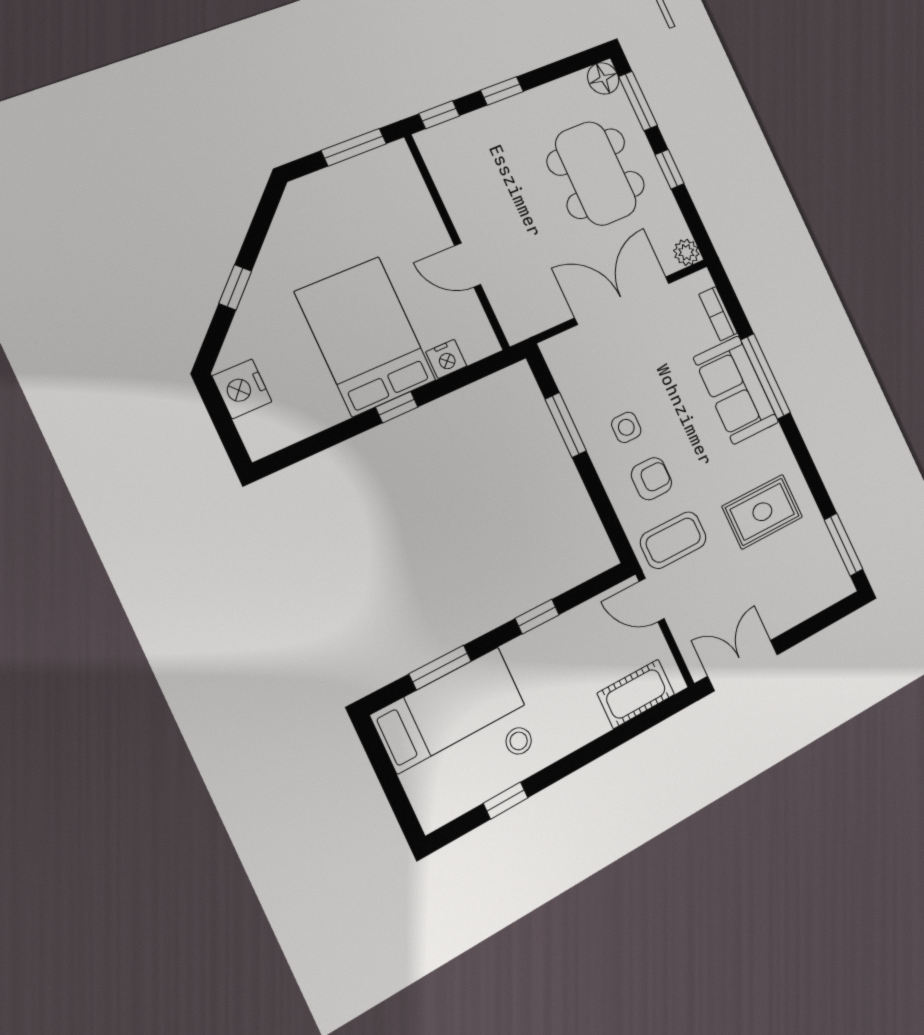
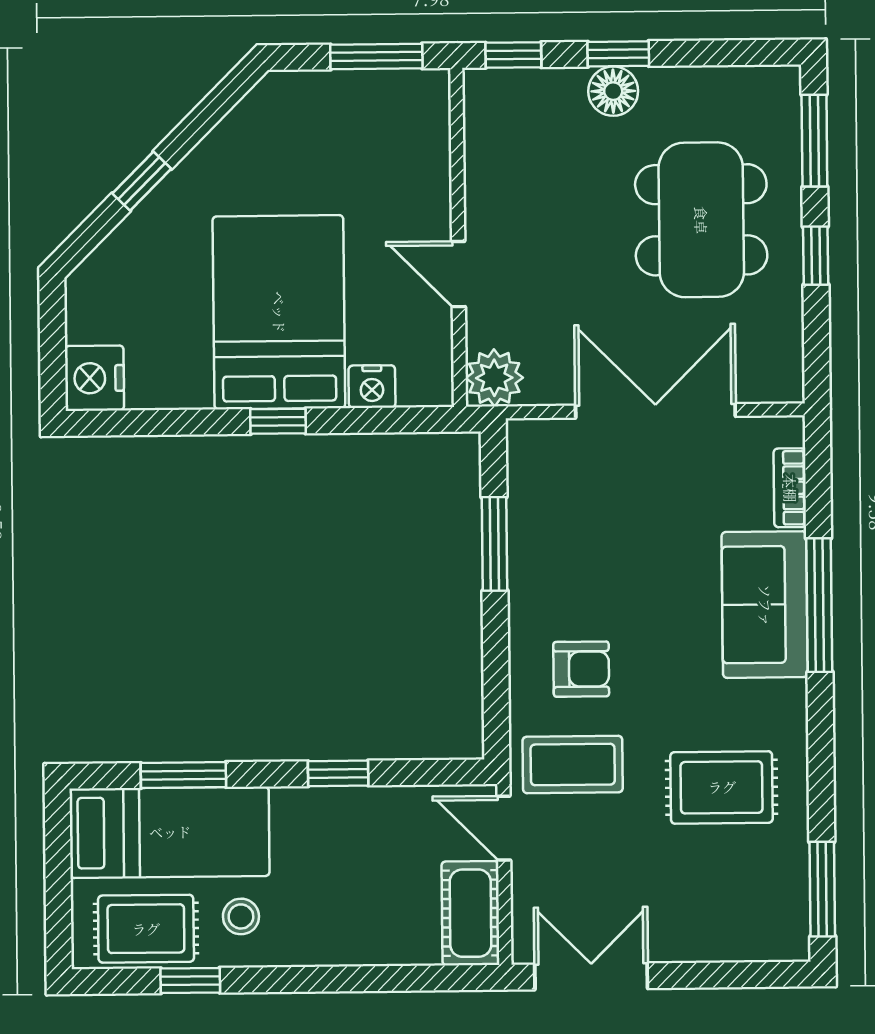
floor lamp: (603, 78) -> (613, 91), moved
plant: (686, 252) -> (494, 378), moved, width x1.38, depth x1.38
nightstand: (242, 389) -> (94, 378), moved
side table: (626, 427) -> (578, 585), removed
cot: (636, 694) -> (470, 913), moved, turned 90
rug: (462, 782) -> (146, 929), added

